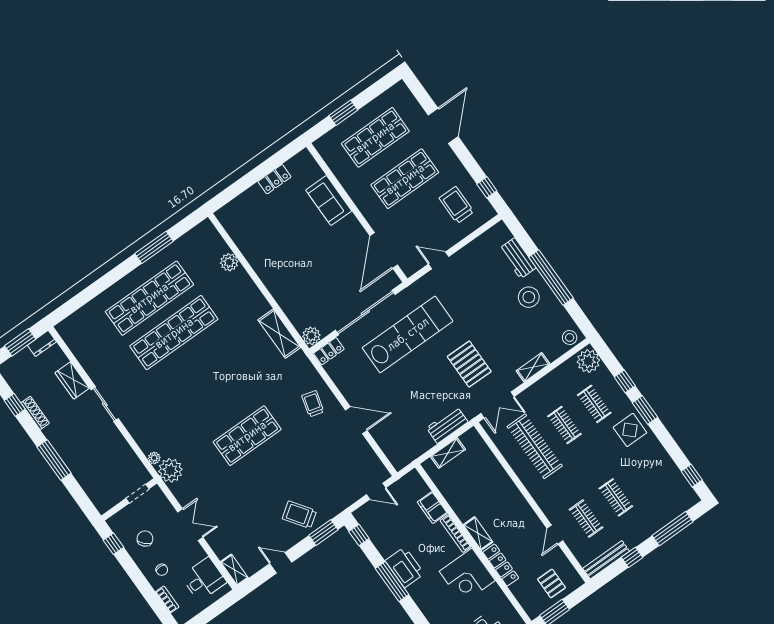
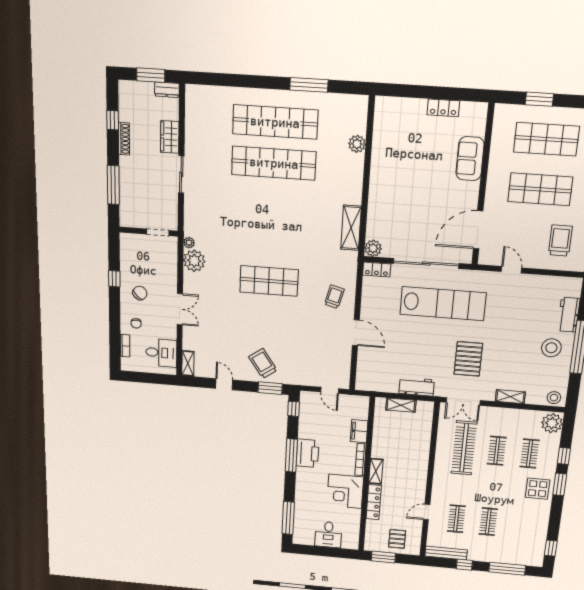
doorway: (137, 494) -> (158, 232), moved
wall: (129, 500) -> (149, 232), moved

